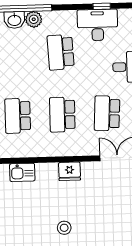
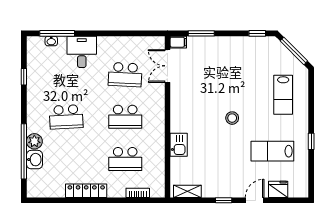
desk: (98, 25) -> (41, 81), removed
fridge: (70, 171) -> (179, 111), removed
kitchen sink: (22, 172) -> (179, 145), moved

